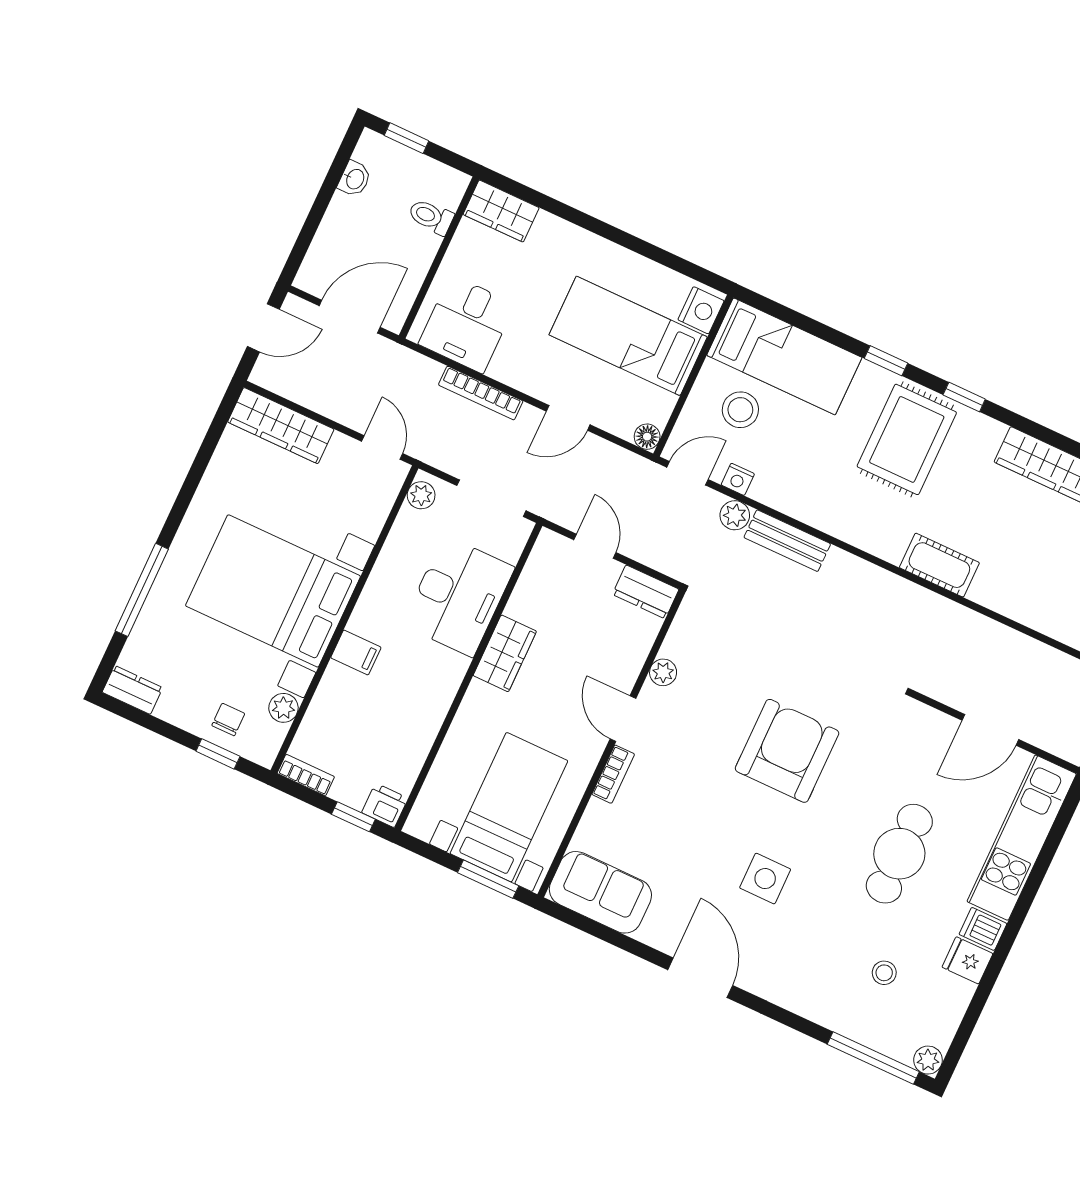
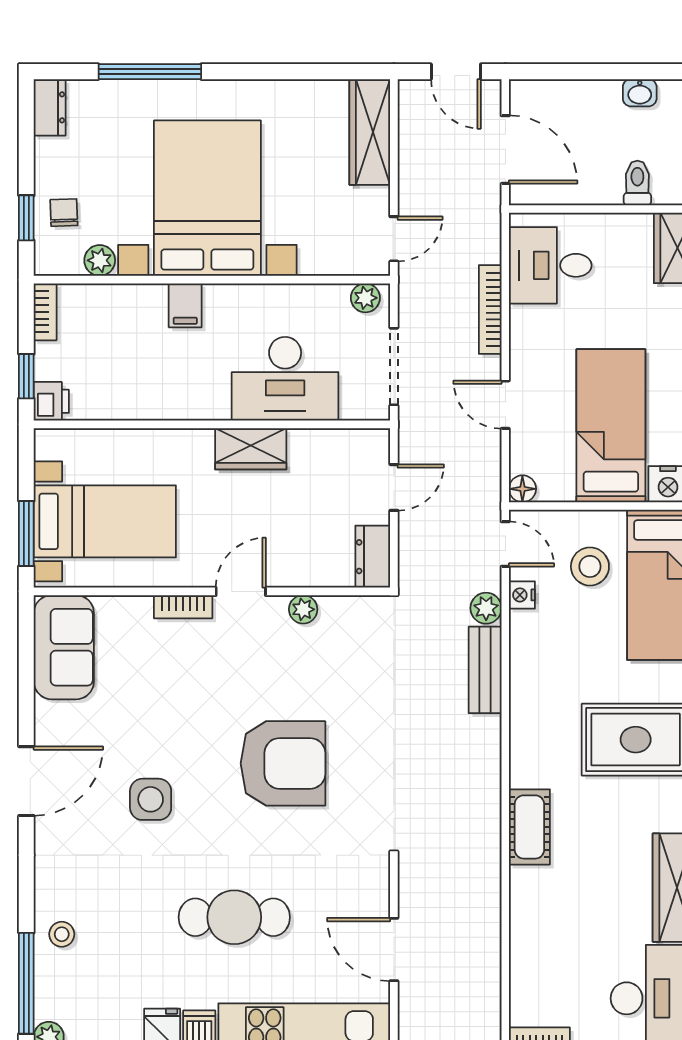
chair: (228, 719) -> (64, 213), turned -92
stool: (884, 973) -> (62, 934), moved

